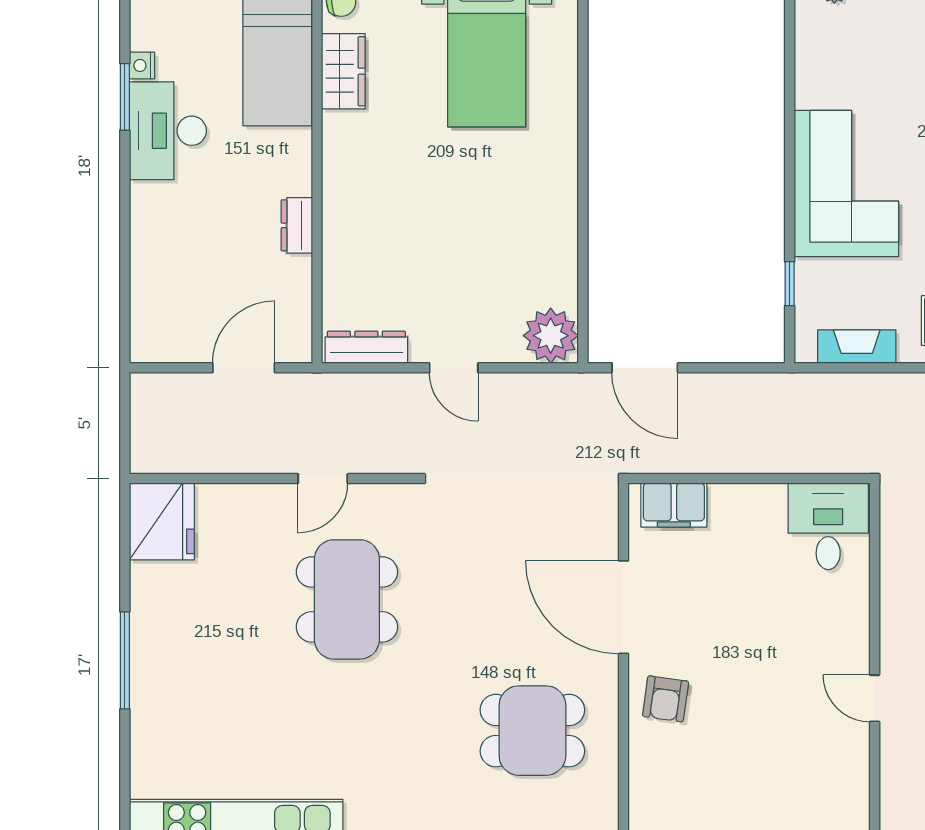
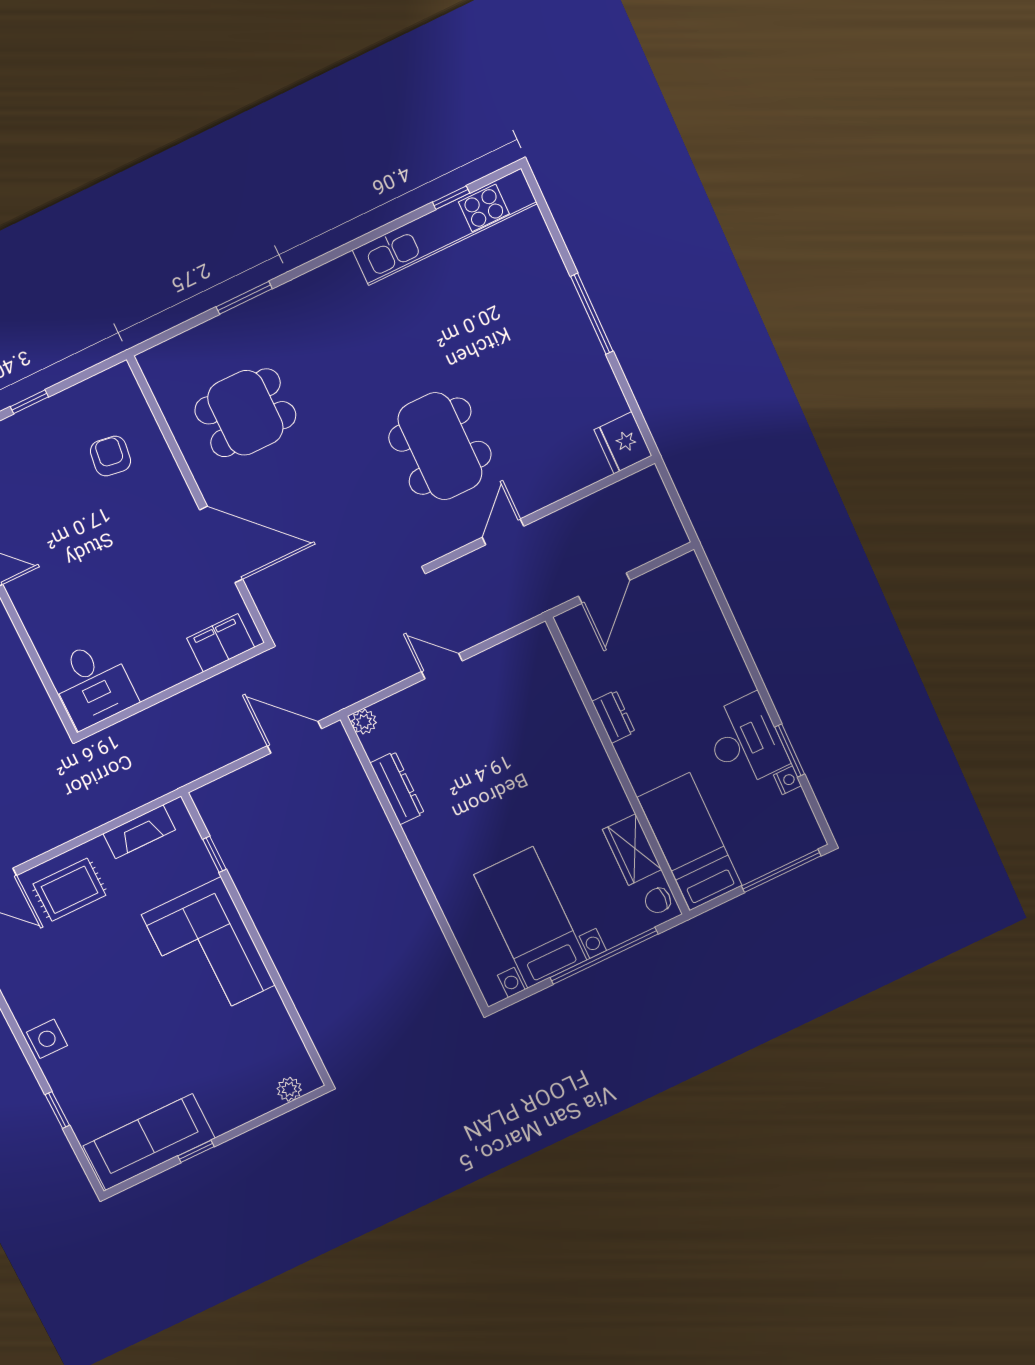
plant: (551, 336) -> (364, 722), width x0.53, depth x0.53
dresser: (366, 347) -> (397, 788), moved, turned -90
fridge: (162, 521) -> (623, 443), width x0.73, depth x0.75
armchair: (666, 699) -> (110, 456), moved

